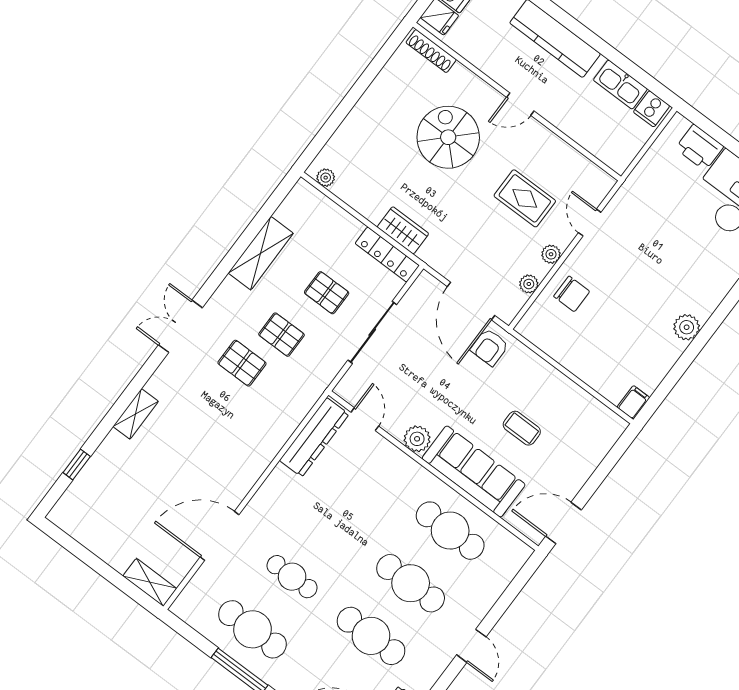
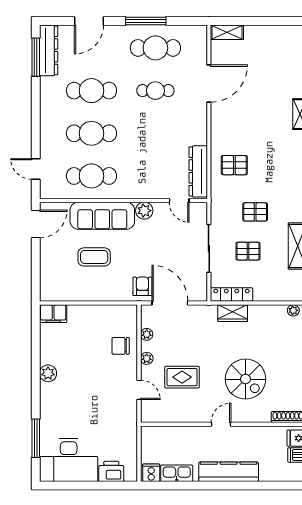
pallet: (242, 363) -> (234, 165), moved
filing cabinet: (633, 402) -> (53, 314), width x2.00
coffee table: (522, 428) -> (94, 257), width x1.36, depth x1.30
door: (471, 646) -> (36, 169), moved

